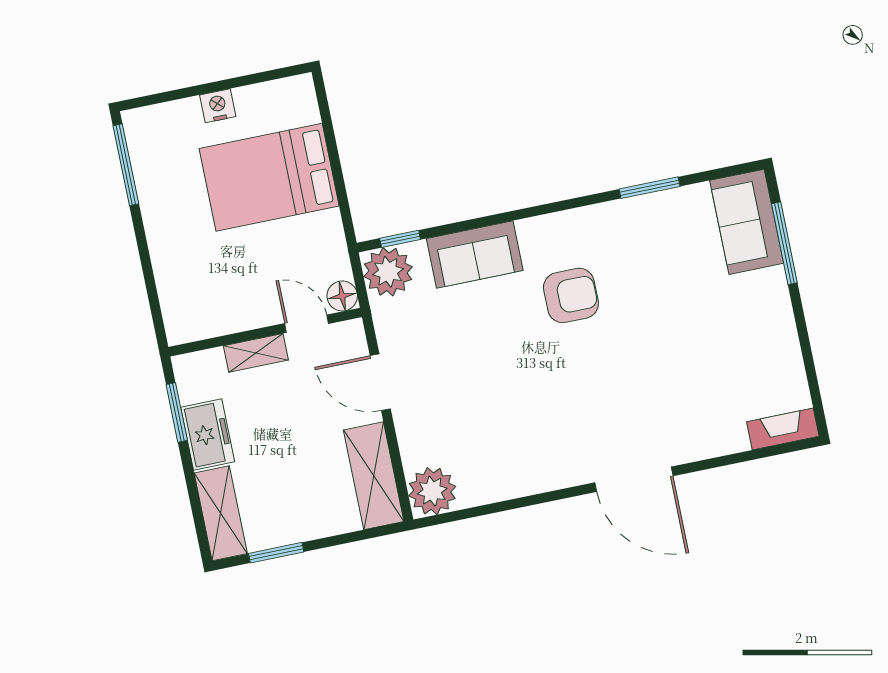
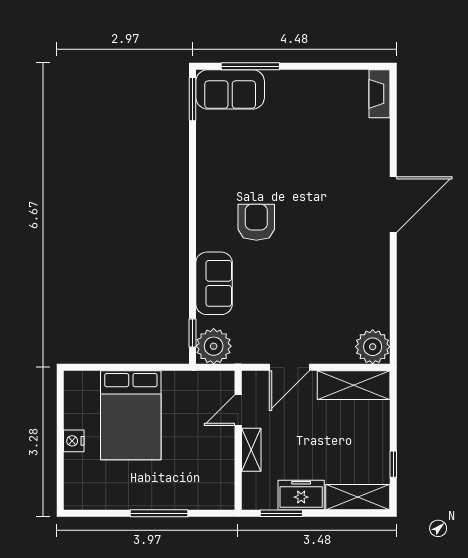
window: (126, 165) -> (159, 513), moved
window: (649, 188) -> (192, 99), moved
floor lamp: (342, 296) -> (224, 381), removed
window: (276, 553) -> (393, 464), width x0.67

